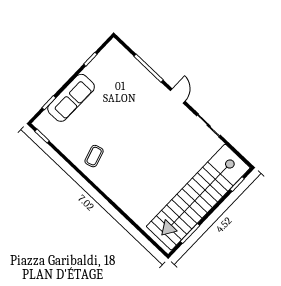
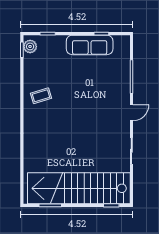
sofa: (71, 98) -> (90, 45), moved
plant: (46, 127) -> (30, 46), added

